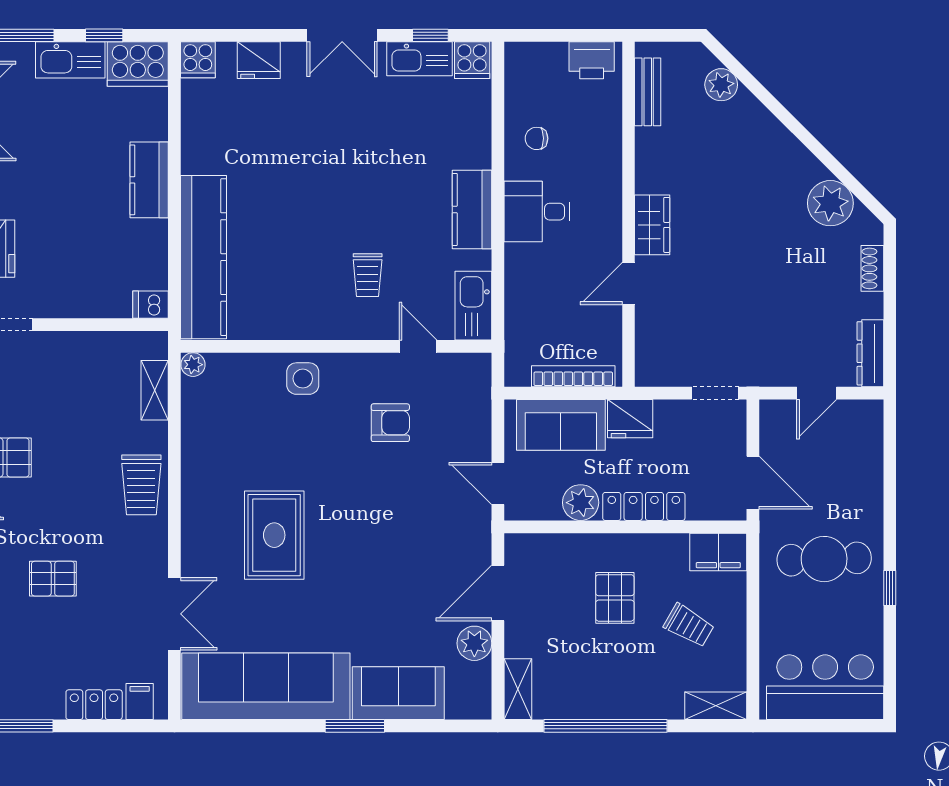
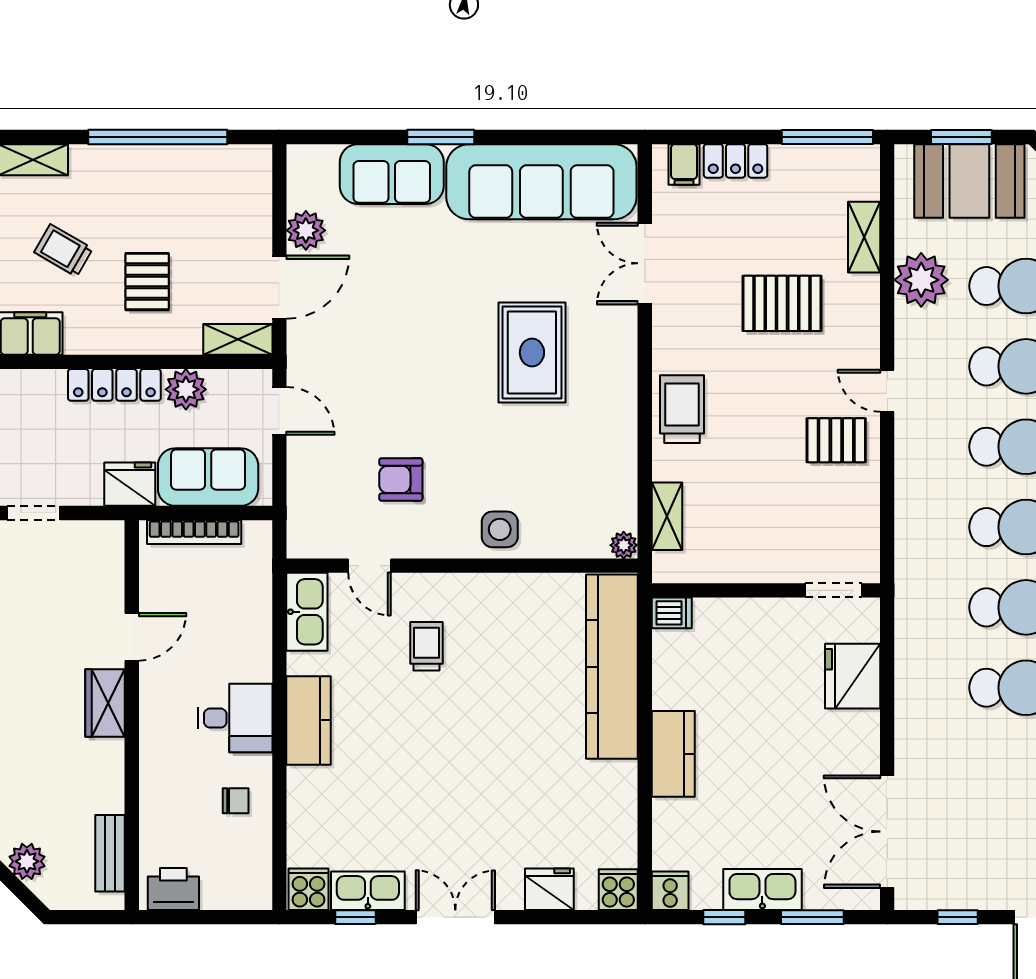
cooker: (138, 64) -> (670, 891), width x0.53, depth x0.76
pallet: (53, 579) -> (782, 303), width x1.50, depth x1.42
shelving: (518, 689) -> (238, 339), moved, turned 90

